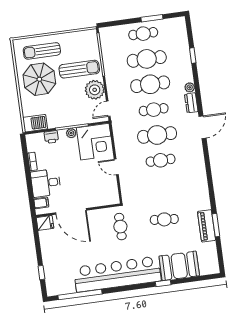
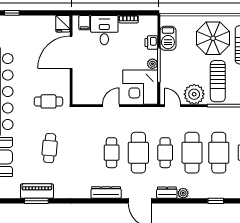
barbecue: (35, 123) -> (168, 38), moved
dresser: (199, 160) -> (106, 192), added

